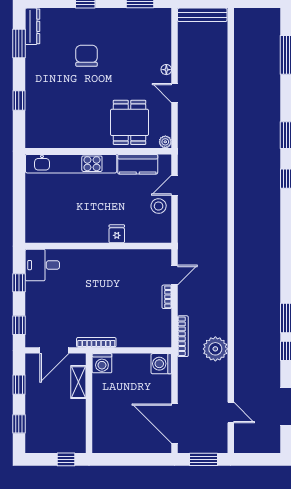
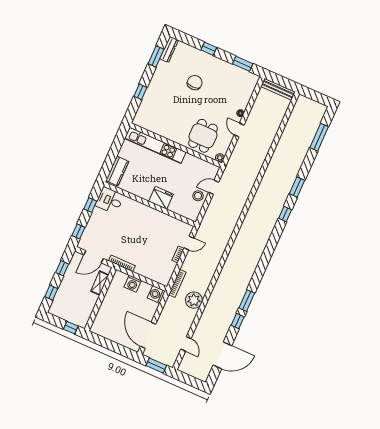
kitchen counter: (138, 164) -> (117, 171), moved, turned -90
fridge: (117, 234) -> (161, 198), width x1.88, depth x1.34
washing machine: (102, 363) -> (133, 284), moved

